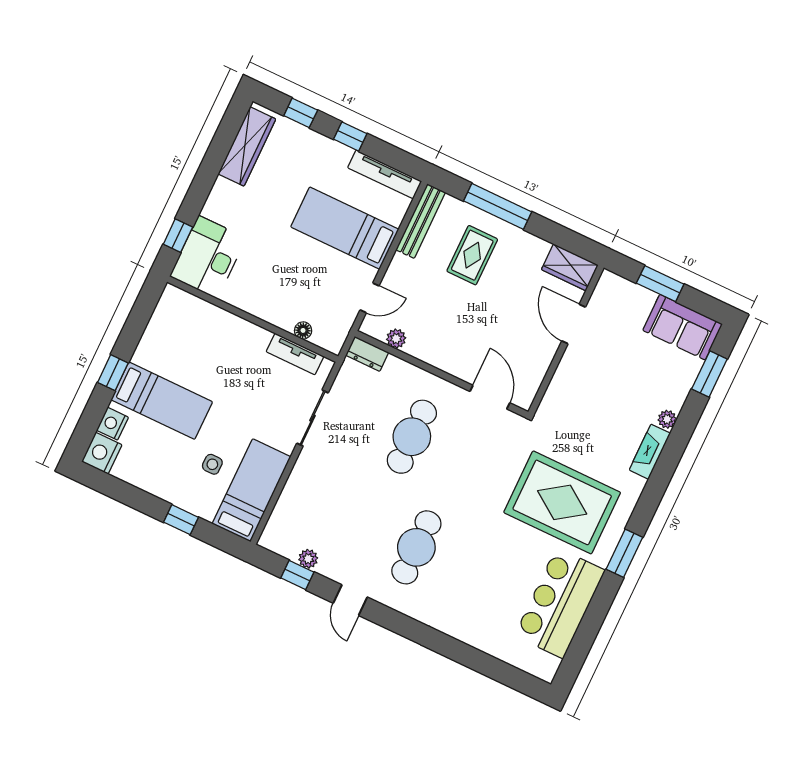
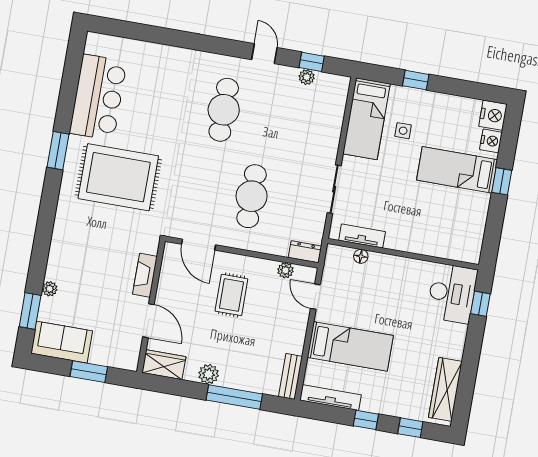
bench: (421, 221) -> (290, 376), width x0.73
plant: (520, 242) -> (209, 374), added
rug: (472, 255) -> (231, 295), moved
door: (370, 298) -> (315, 297), hinge flipped
plant: (667, 419) -> (50, 289), moved
fireplace: (650, 452) -> (145, 275), moved, turned 180

